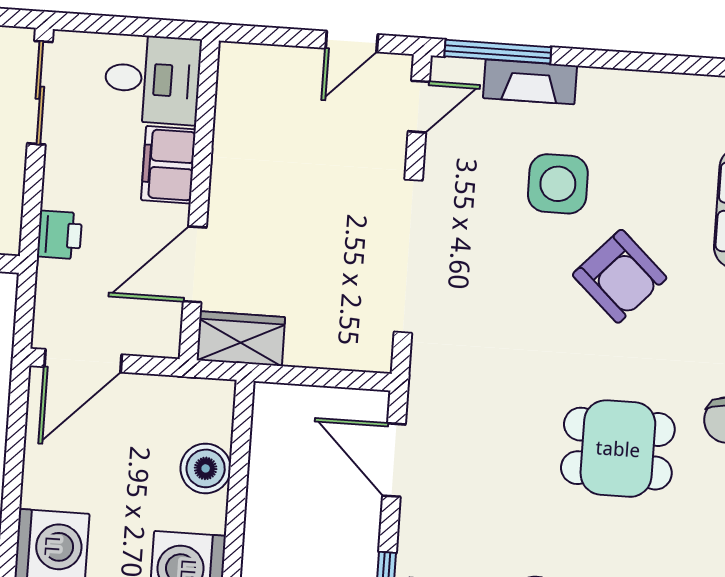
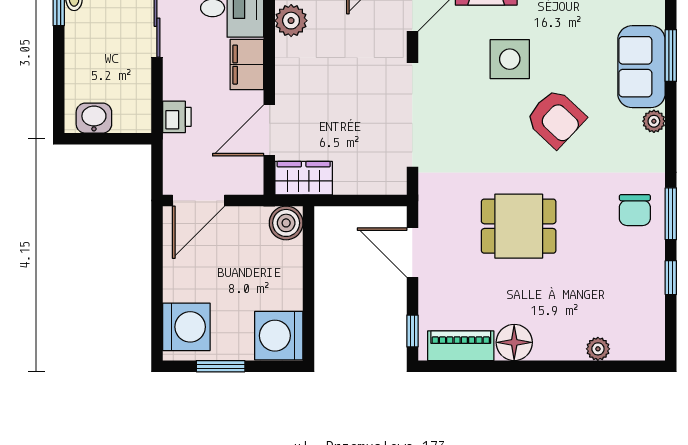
plant: (238, 104) -> (291, 21), added
dining table: (618, 449) -> (519, 226), moved
boiler: (206, 468) -> (286, 223), moved

